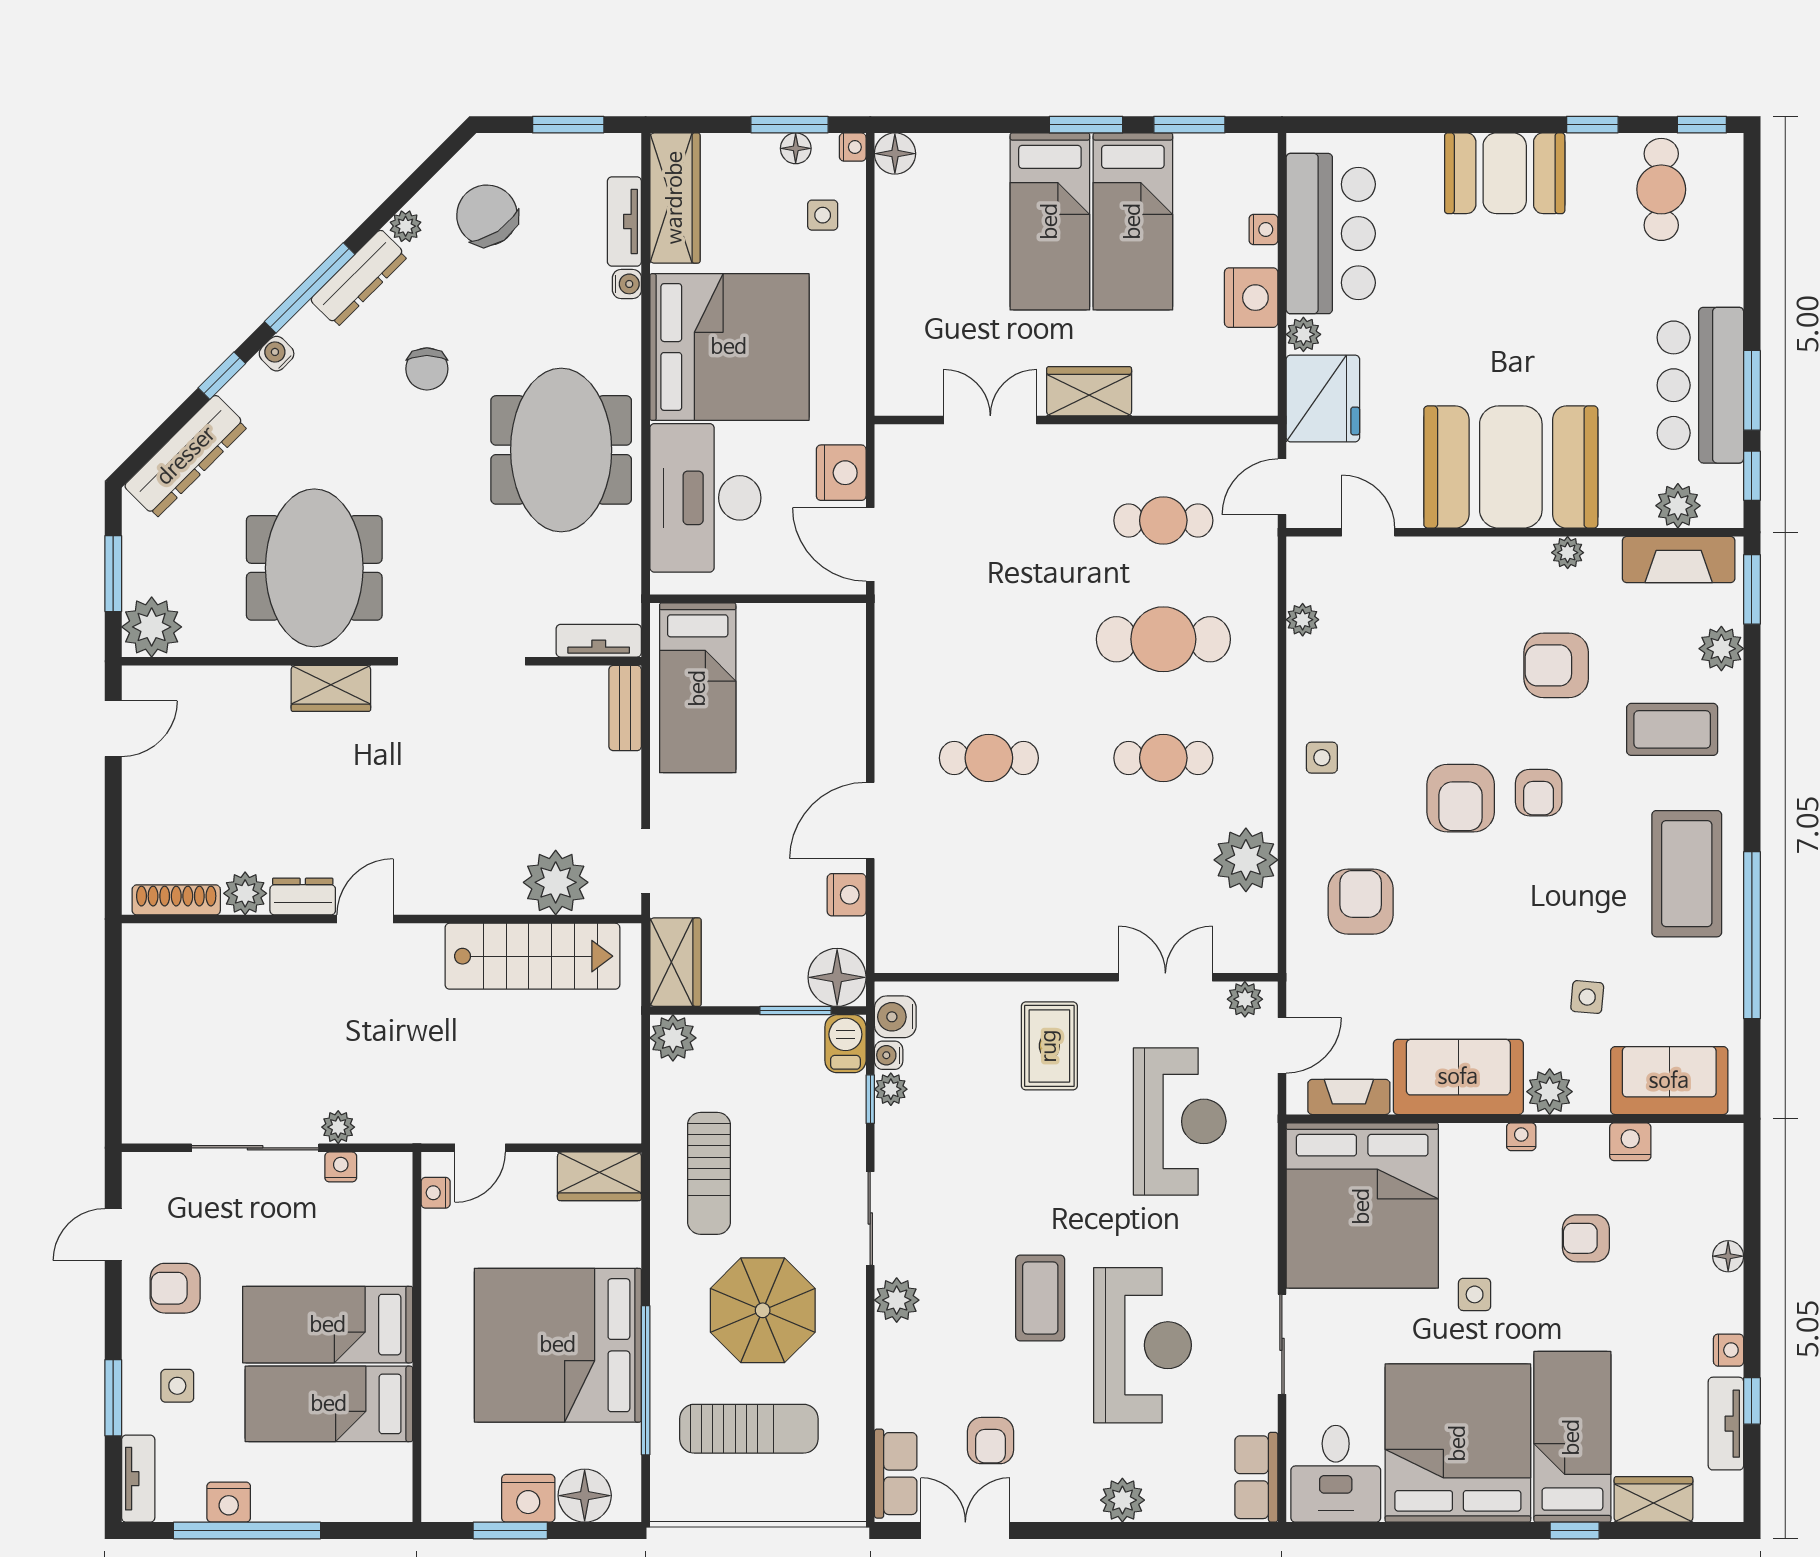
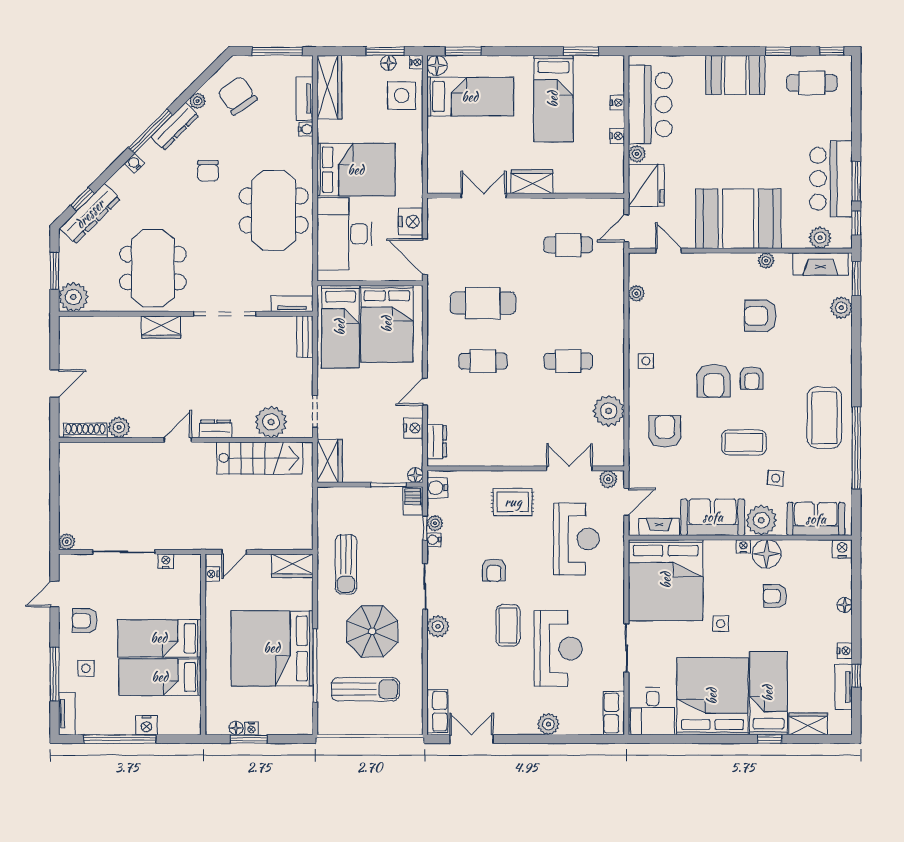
window: (568, 125) -> (277, 51), width x1.44
window: (1086, 125) -> (463, 51), moved
cafe table: (1661, 189) -> (812, 83), turned 90
side table: (823, 215) -> (402, 96), width x1.87, depth x1.87
bed: (1050, 221) -> (470, 97), moved, turned -90
nightstand: (1251, 298) -> (617, 136), width x0.53, depth x0.56
bed: (729, 347) -> (356, 170), width x0.73
window: (222, 376) -> (82, 199), moved
cafe table: (1163, 639) -> (483, 303), moved
bed: (792, 682) -> (387, 324), added
door: (113, 729) -> (55, 383), moved
coffee table: (1672, 729) -> (744, 442), moved
door: (870, 820) -> (425, 392), width x0.73
dresser: (303, 896) -> (216, 429), moved
dresser: (894, 922) -> (437, 441), added
floor lamp: (837, 977) -> (415, 475), width x0.53, depth x0.53
plant: (673, 1038) -> (328, 498), removed
rug: (1049, 1046) -> (513, 502), turned 90
water cooler: (889, 1055) -> (434, 540), moved
plant: (1550, 1092) -> (761, 520), width x1.36, depth x1.36
plant: (338, 1127) -> (67, 542), moved
nightstand: (1630, 1142) -> (842, 549), moved
floor lamp: (1568, 1152) -> (767, 554), added
window: (113, 1398) -> (55, 674), width x1.44
armchair: (990, 1441) -> (494, 570), moved
floor lamp: (585, 1496) -> (236, 728), moved, width x0.53, depth x0.53
nightstand: (528, 1498) -> (251, 728), width x0.53, depth x0.56
nightstand: (229, 1502) -> (146, 725), moved

